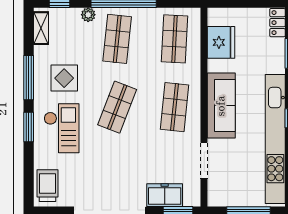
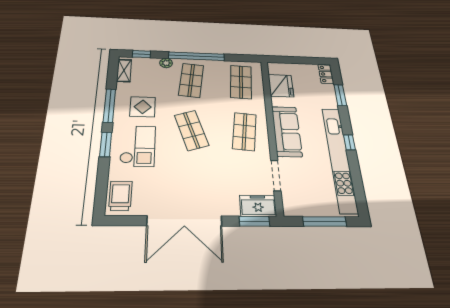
shop shelf: (117, 107) -> (191, 130), turned -39
freezer: (165, 195) -> (258, 206), moved

